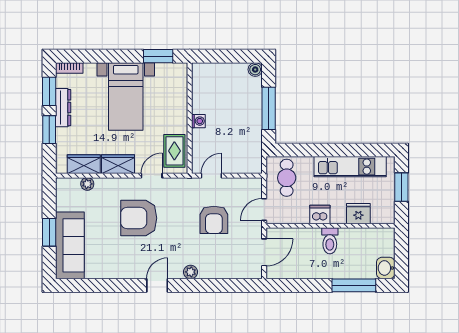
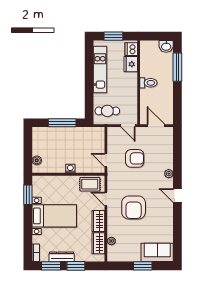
boiler: (255, 70) -> (37, 160), moved
dishwasher: (320, 215) -> (131, 49), moved
sofa: (70, 245) -> (157, 252), width x0.73

